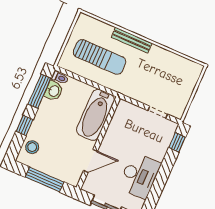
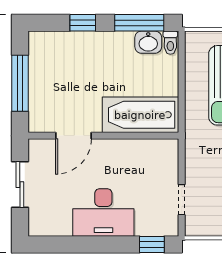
stool: (32, 147) -> (57, 47), removed
door: (90, 161) -> (73, 136), hinge flipped
desk: (139, 175) -> (103, 212), moved

